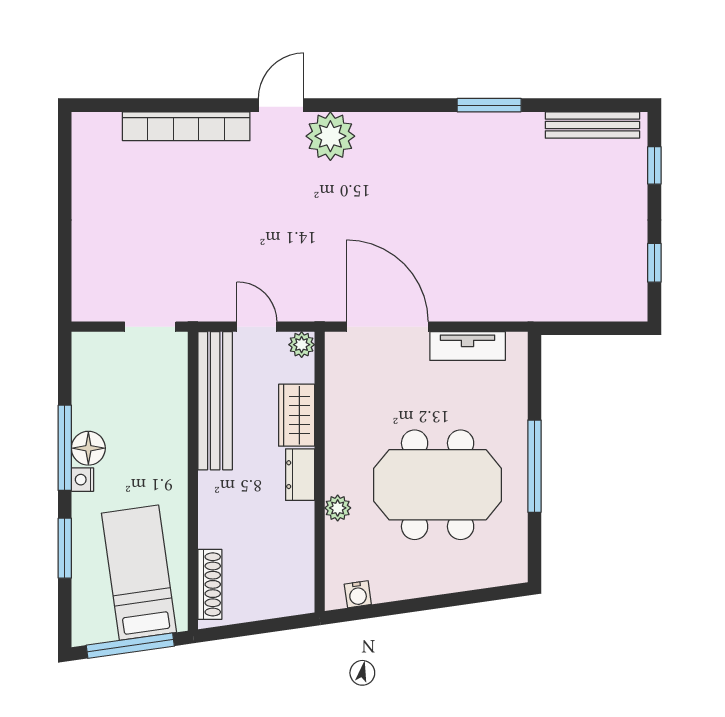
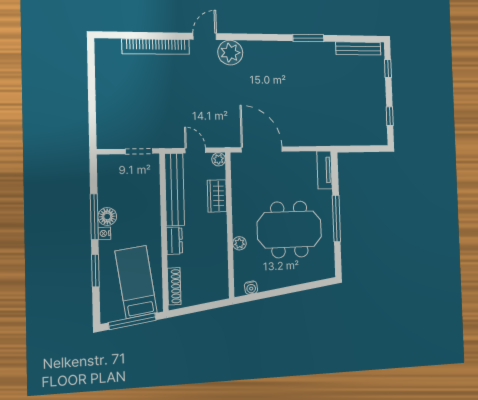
tv unit: (468, 346) -> (325, 170), moved, turned 90
dresser: (300, 475) -> (174, 241), moved, turned 180

